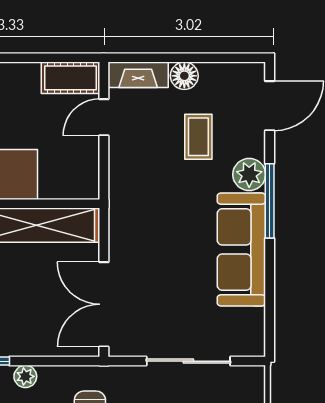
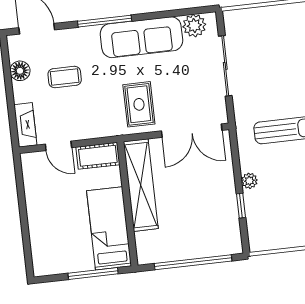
floor lamp: (184, 76) -> (20, 71), moved
cot: (71, 78) -> (98, 156), moved, turned 90
plant: (249, 175) -> (194, 26), moved
rug: (149, 235) -> (139, 104), added

